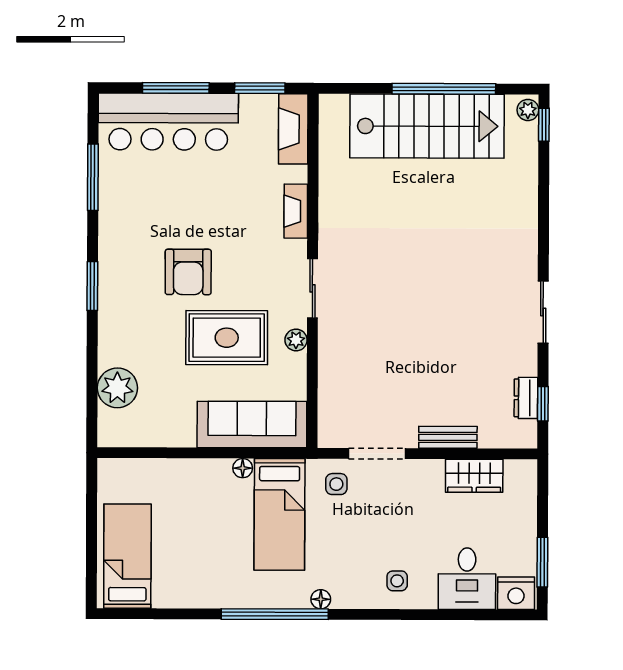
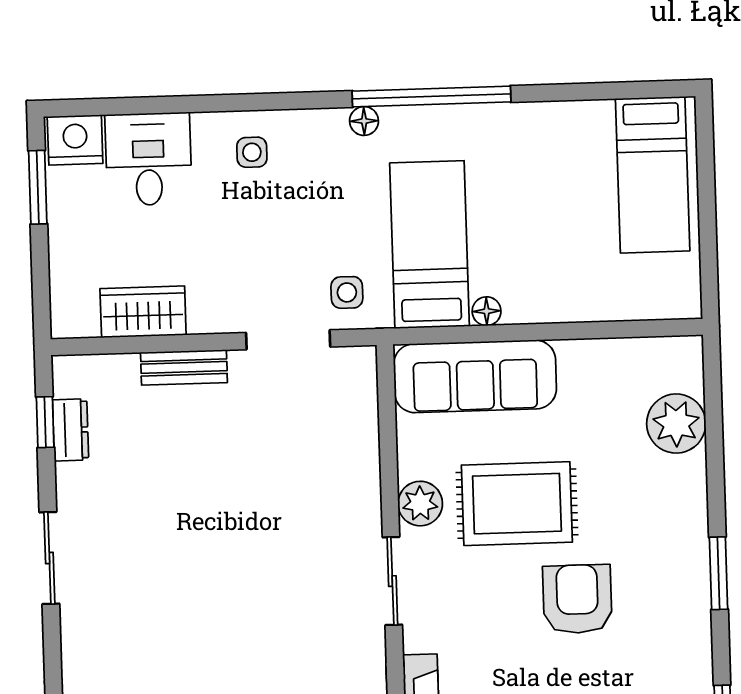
plant: (296, 340) -> (420, 504), width x1.38, depth x1.38

